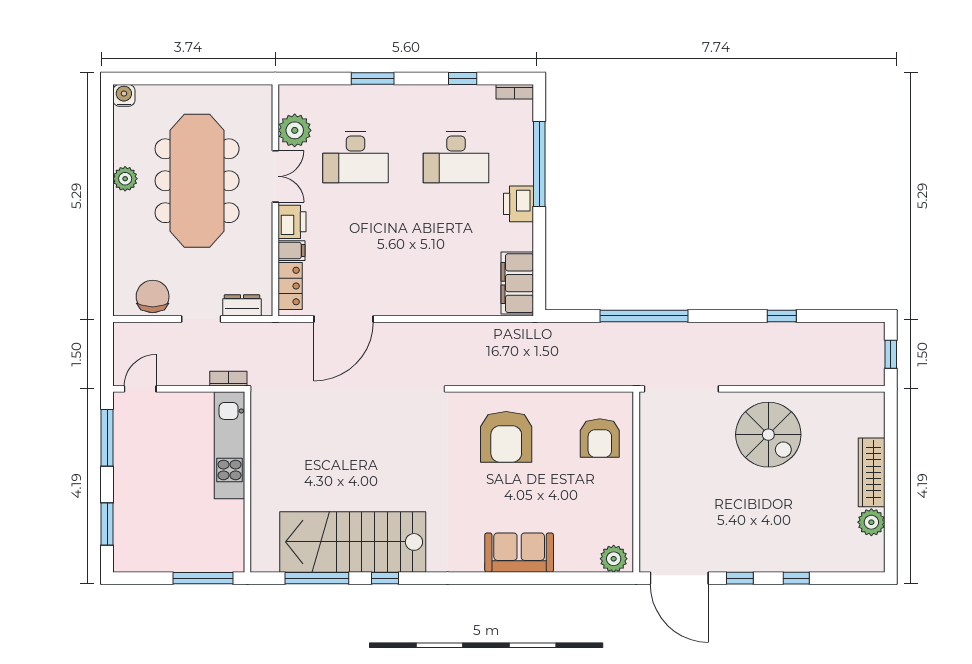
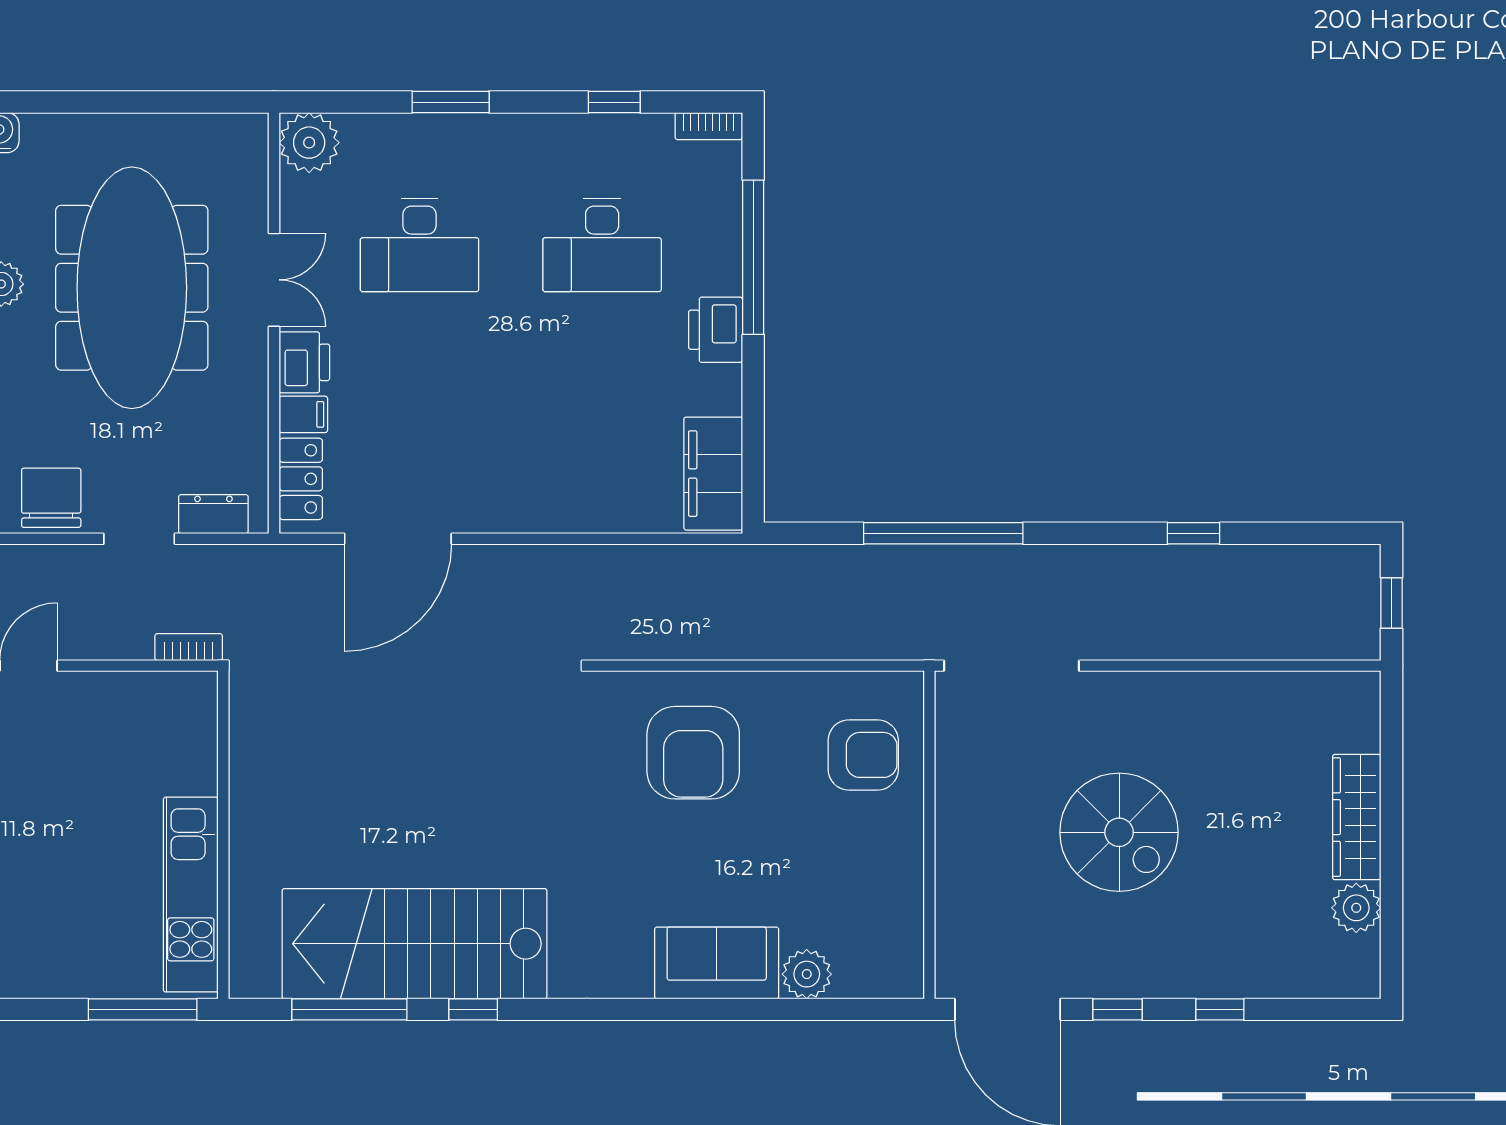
plant: (295, 130) -> (309, 143), moved
spiral stairs: (768, 435) -> (1119, 832), moved
armchair: (600, 438) -> (863, 755), turned -90
kitchen unit: (230, 445) -> (191, 895), moved
plant: (614, 559) -> (807, 974), moved

